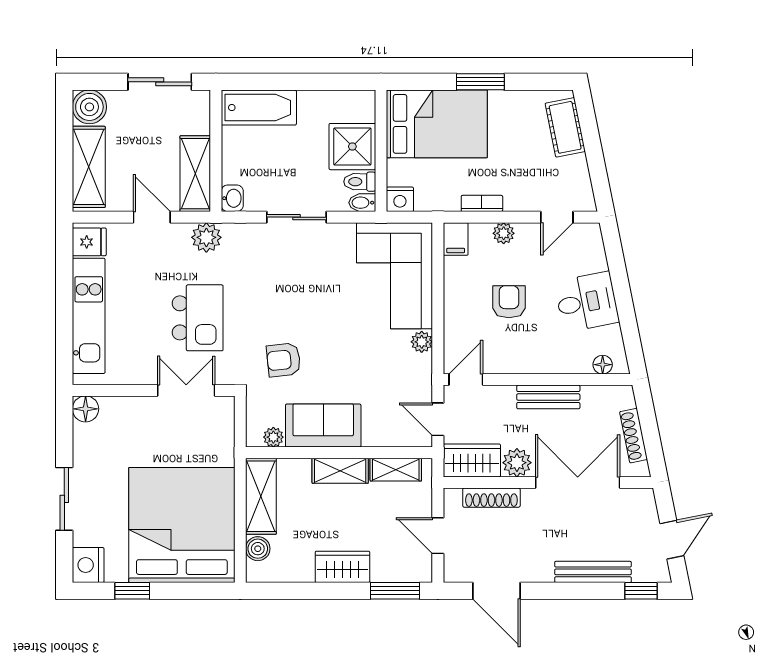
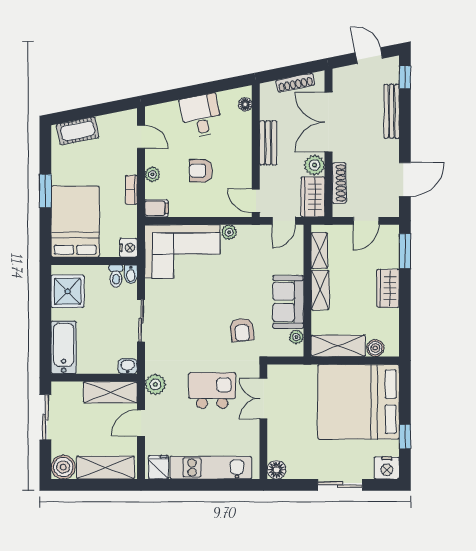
shower: (352, 147) -> (68, 291), moved

